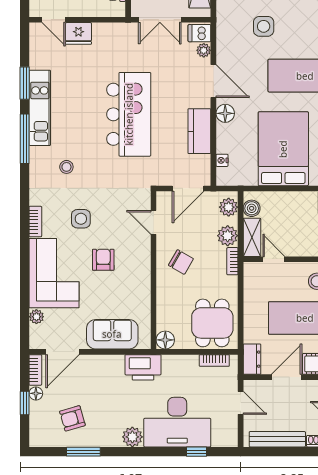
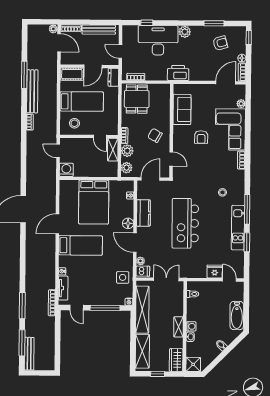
side table: (264, 26) -> (123, 277), moved
boiler: (252, 208) -> (113, 167), removed
side table: (81, 219) -> (214, 162), removed
sofa: (112, 334) -> (182, 109), moved, turned -90
floor lamp: (165, 340) -> (165, 89), removed
window: (25, 403) -> (249, 38), moved

